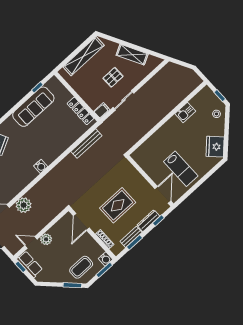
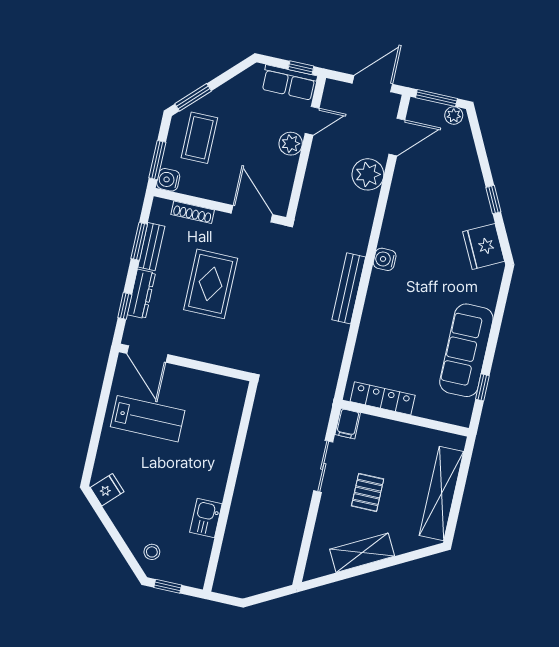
bench: (86, 144) -> (349, 288), moved
fridge: (215, 147) -> (107, 490), width x0.53, depth x0.75
lab bench: (181, 169) -> (148, 419), turned 180

